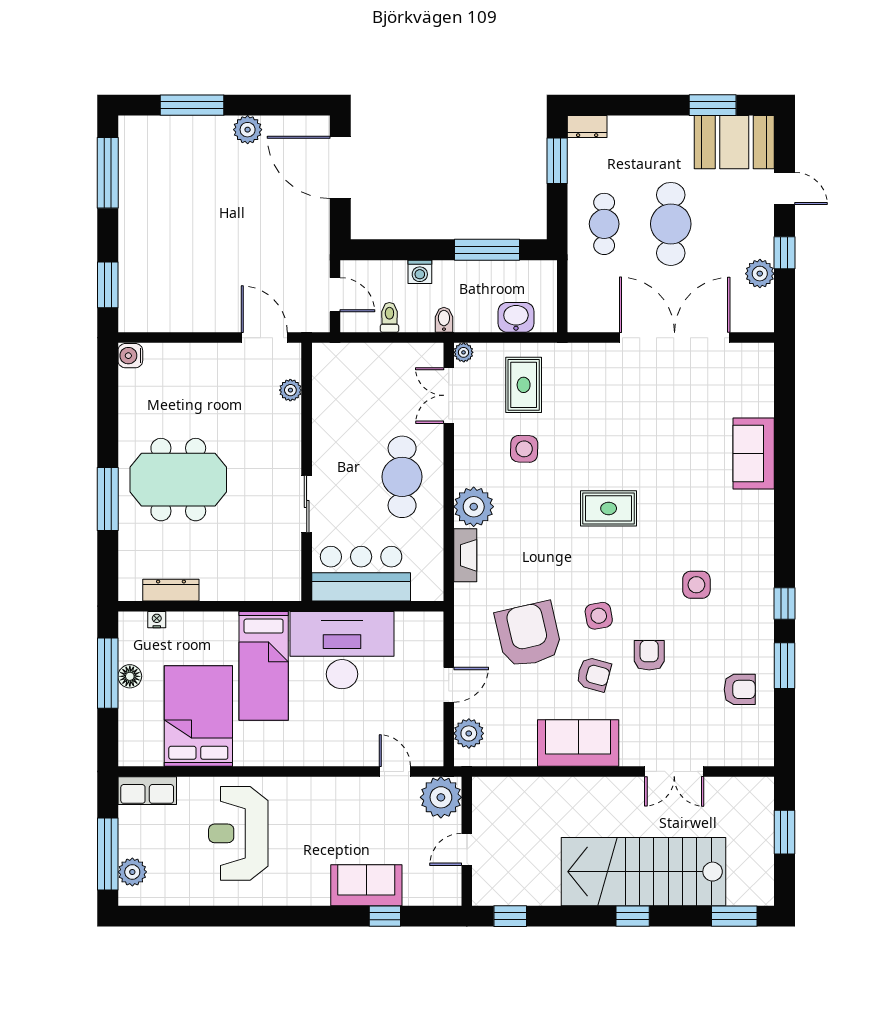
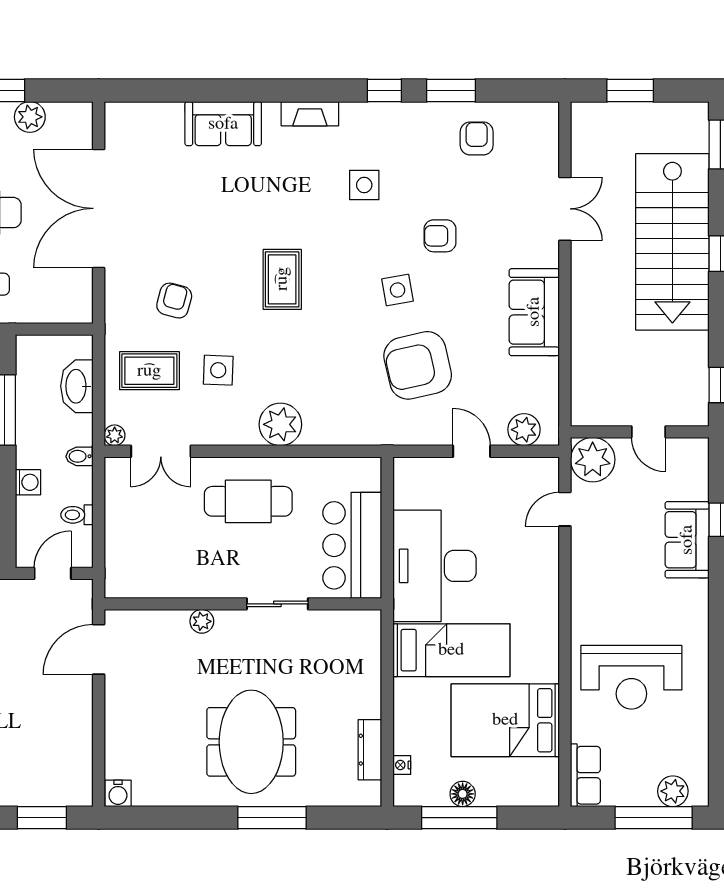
washbasin: (516, 317) -> (77, 386), width x1.38
plant: (290, 390) -> (202, 621), moved
fireplace: (465, 555) -> (310, 114), moved, turned 180
armchair: (594, 674) -> (174, 301), moved

